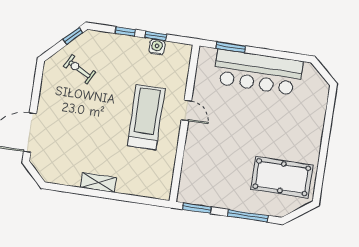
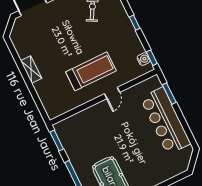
window: (156, 36) -> (152, 58), moved
water cooler: (157, 47) -> (144, 59), moved

